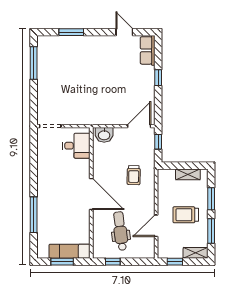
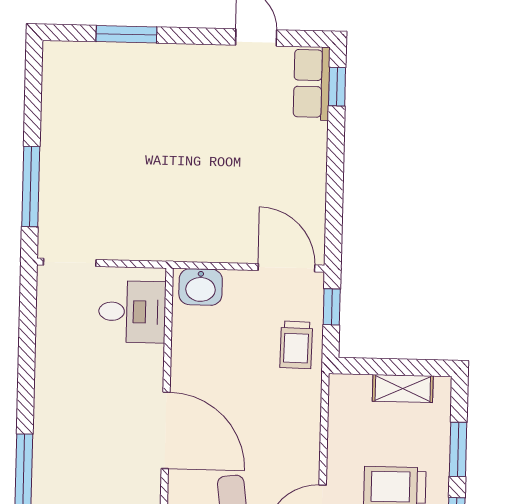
window: (34, 63) -> (31, 186), moved
window: (158, 78) -> (337, 87), moved
door: (139, 126) -> (286, 268), hinge flipped
trolley: (134, 175) -> (296, 345), moved

